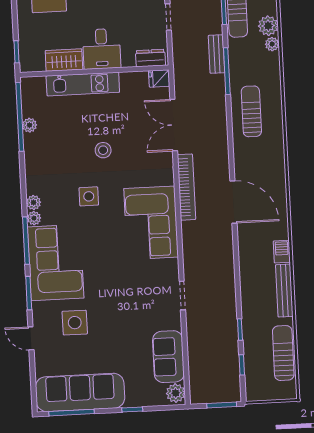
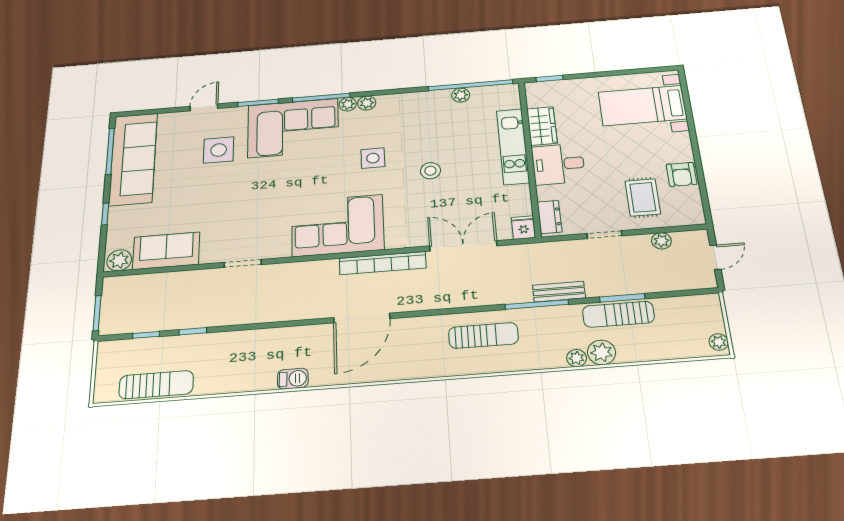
bench: (284, 291) -> (240, 383), removed

